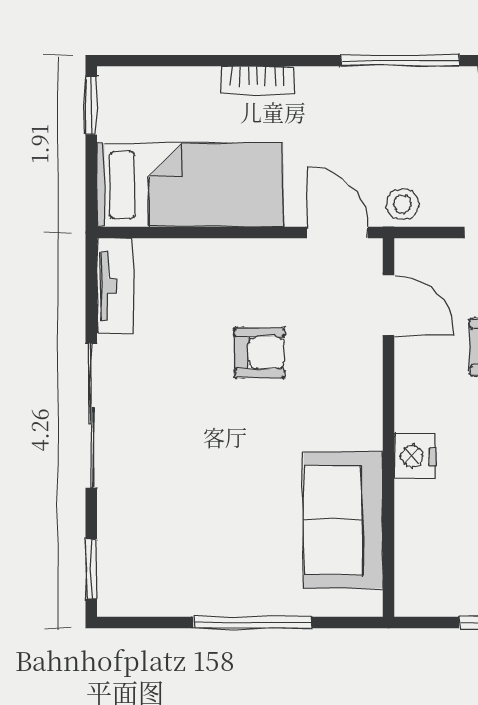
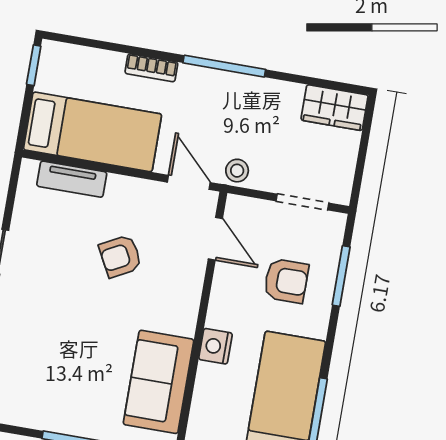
window: (400, 61) -> (224, 66), moved
tv unit: (115, 286) -> (72, 179), moved, turned 90
armchair: (259, 353) -> (120, 256), turned 152

